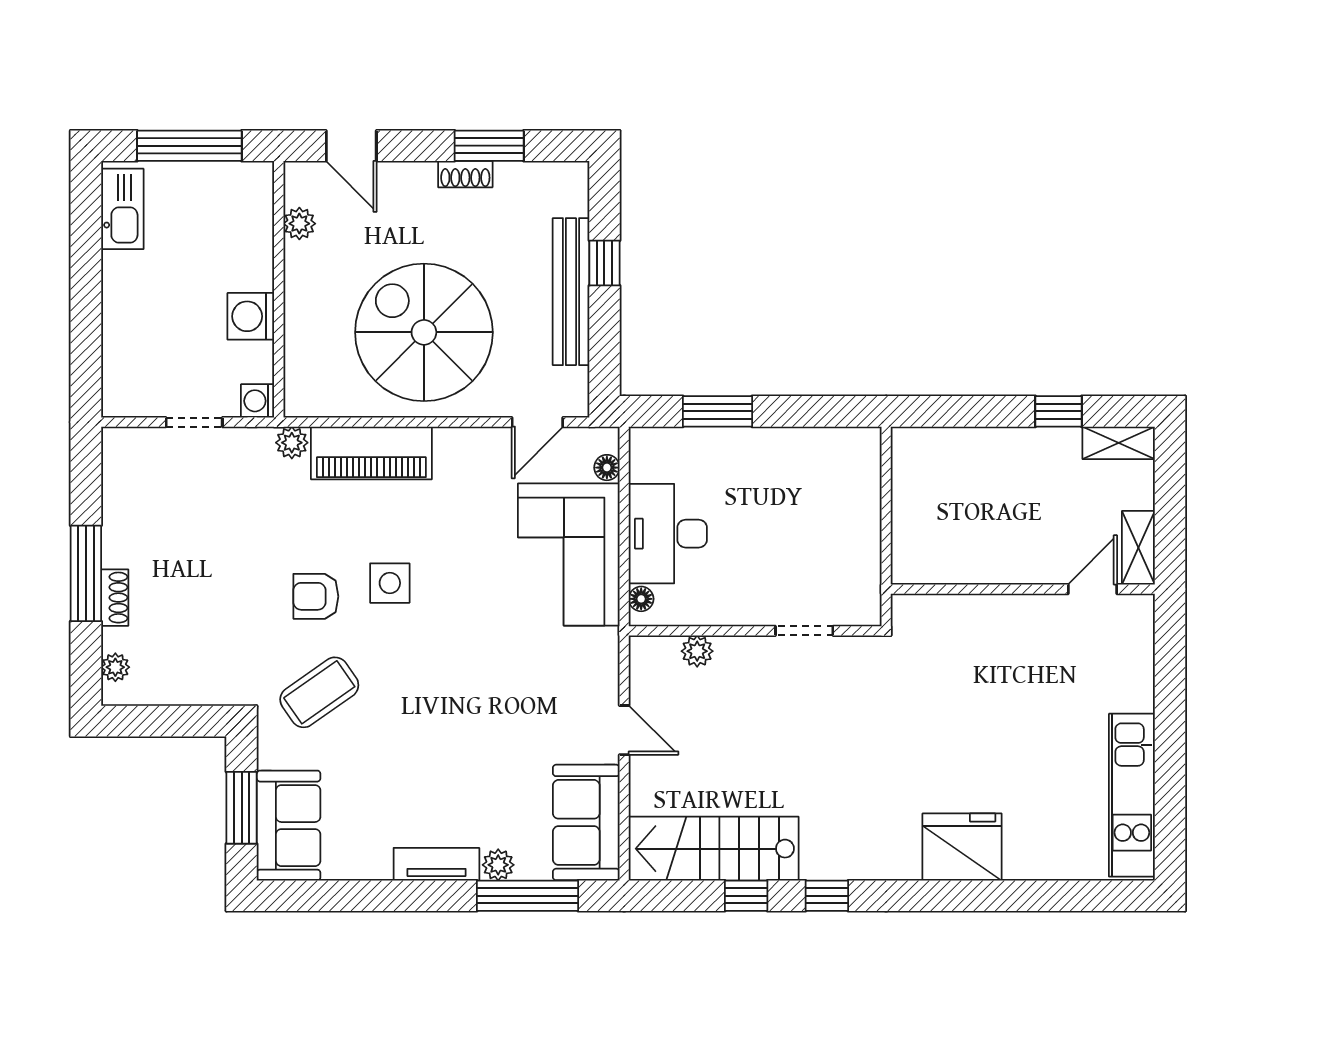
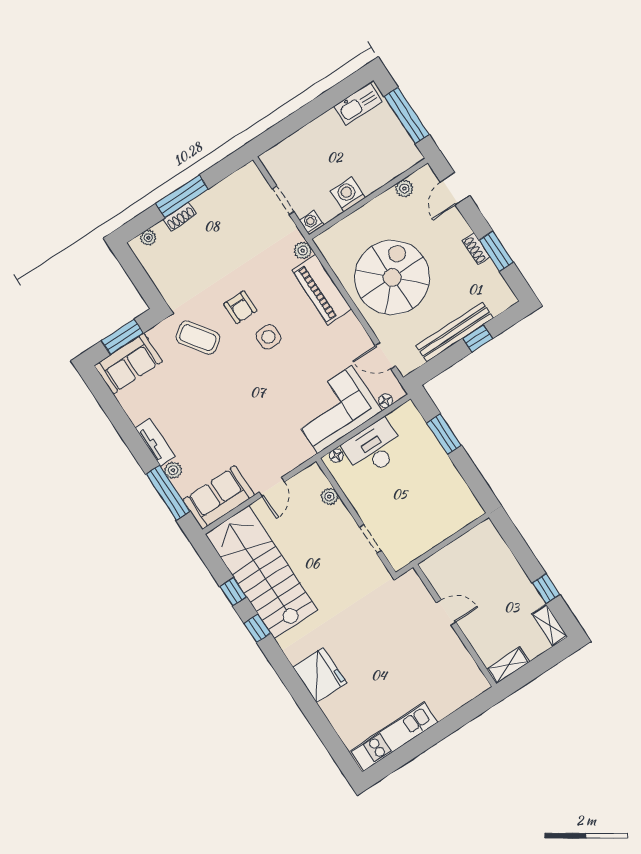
door: (1092, 589) -> (446, 612), moved
armchair: (316, 596) -> (240, 307), turned 180
stairs: (714, 849) -> (261, 572), width x1.36, depth x1.51

